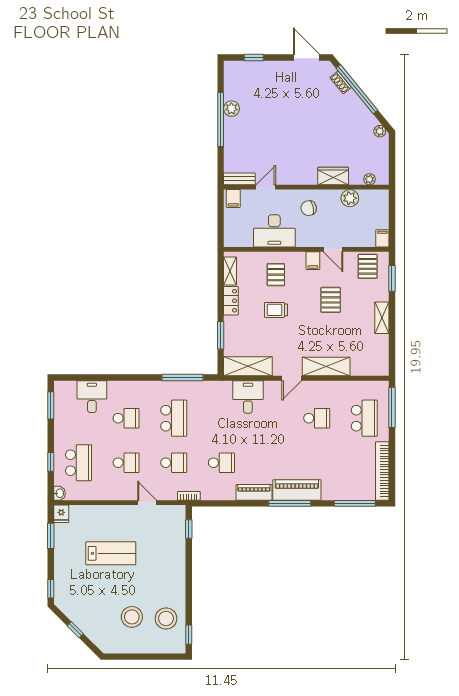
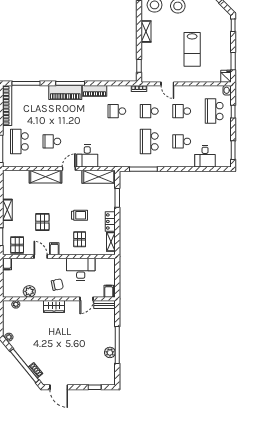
wardrobe: (333, 176) -> (54, 306), moved
desk: (248, 397) -> (87, 156), moved
lab bench: (111, 553) -> (192, 49), turned -90
shelving: (179, 580) -> (146, 31), added

